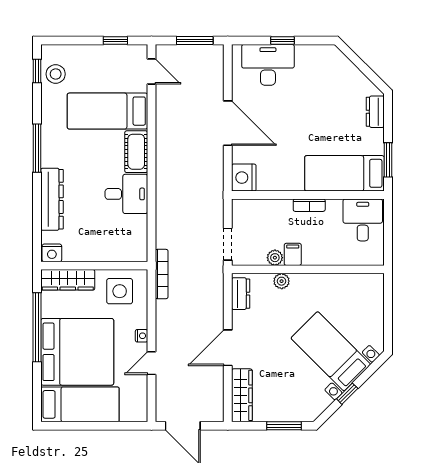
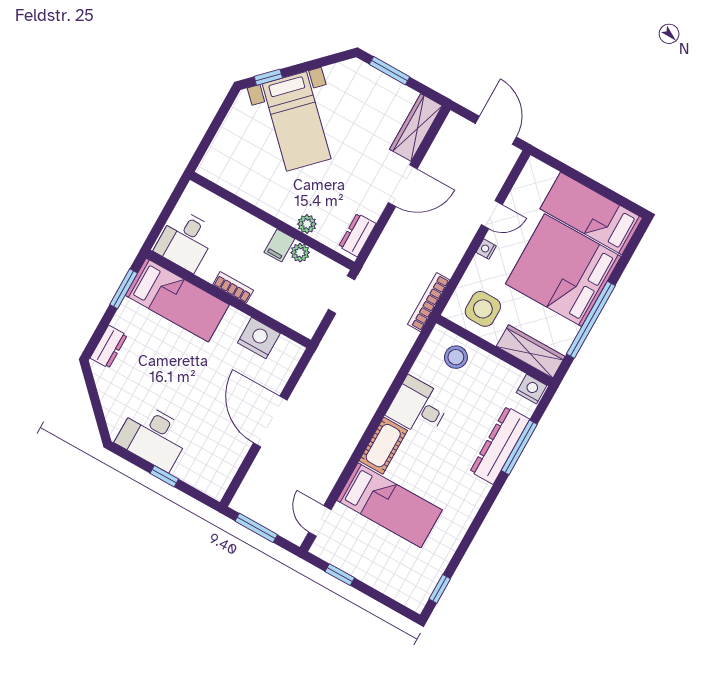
desk: (268, 65) -> (153, 436), moved
stool: (56, 74) -> (456, 357), moved
window: (37, 148) -> (519, 447), moved
nightstand: (244, 178) -> (259, 338), moved, turned -90
window: (347, 394) -> (268, 77), moved

